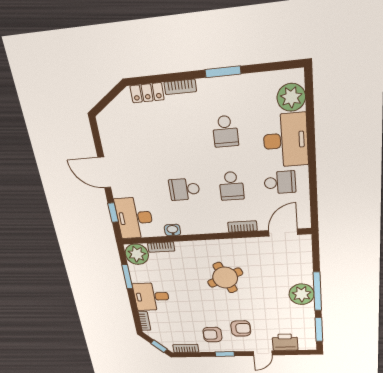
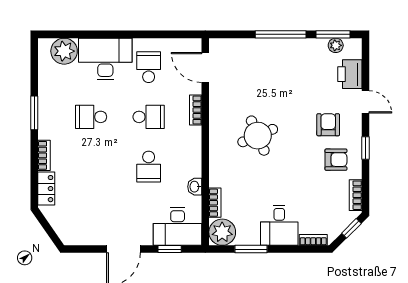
school desk: (225, 131) -> (91, 117), turned 180
plant: (302, 294) -> (336, 45), moved, width x0.53, depth x0.53
armchair: (212, 335) -> (336, 160), turned -90

